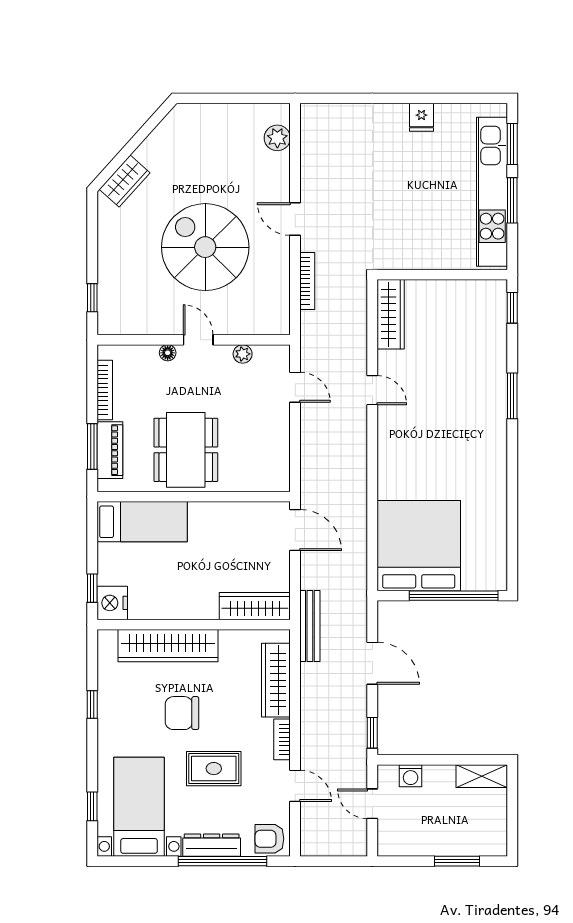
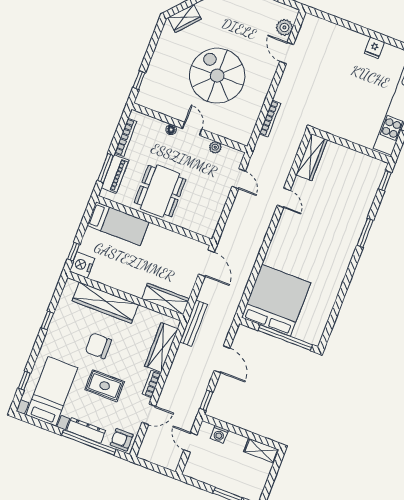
door: (295, 219) -> (287, 53), moved
door: (295, 786) -> (149, 414), hinge flipped

